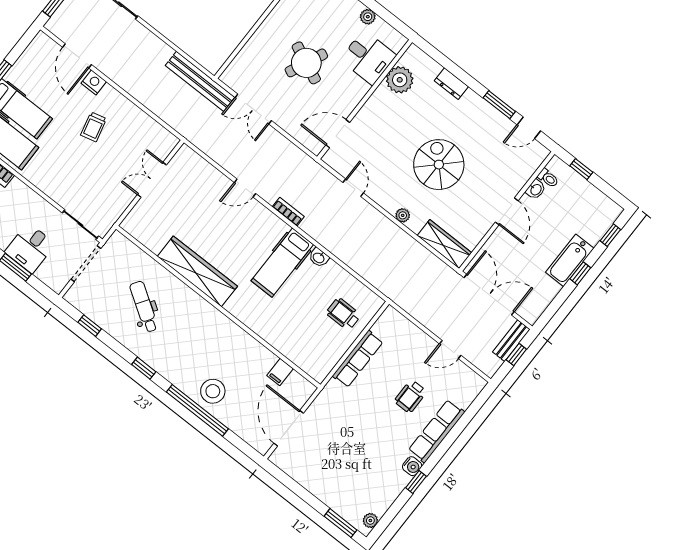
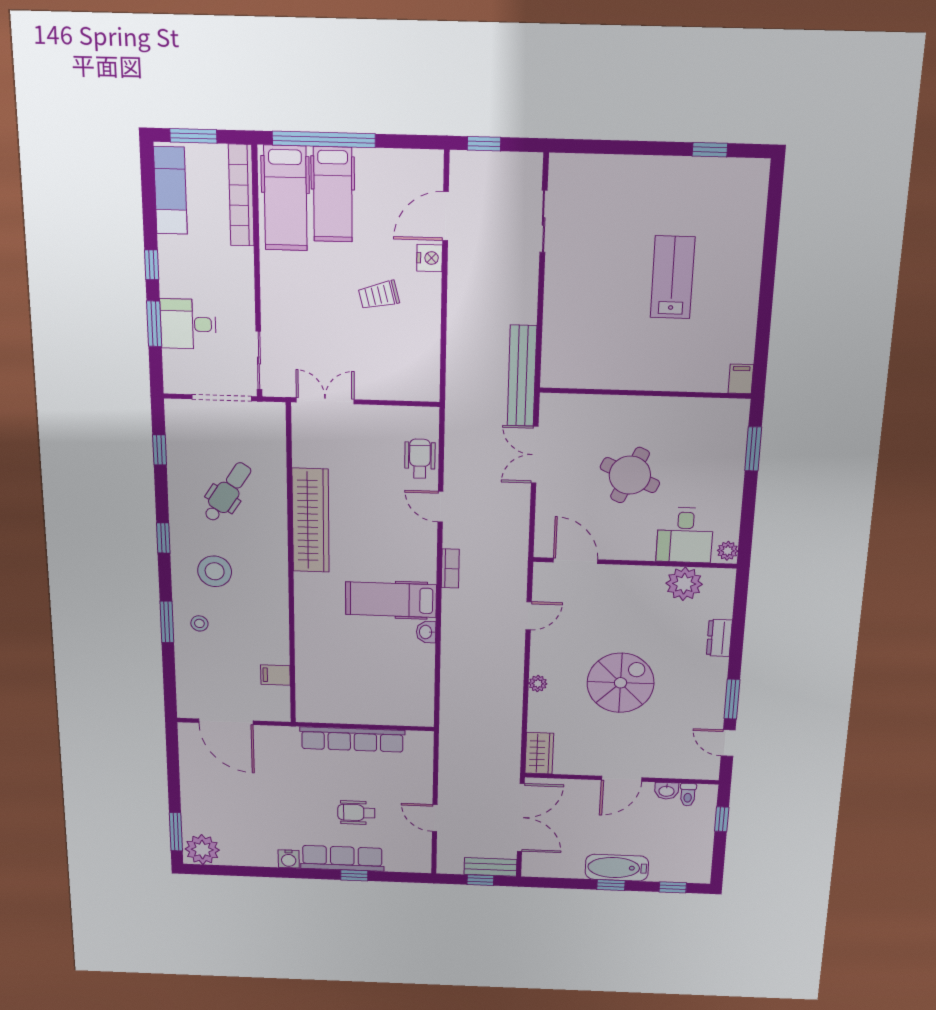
plant: (368, 17) -> (728, 551), moved
double door: (152, 180) -> (325, 401), moved
wardrobe: (445, 244) -> (539, 753), width x0.67
wheelchair: (343, 314) -> (420, 459), moved
stool: (187, 355) -> (215, 571), added
row of seats: (358, 359) -> (352, 739), width x1.36
stool: (213, 391) -> (199, 623), width x0.53, depth x0.53
window: (197, 410) -> (167, 622), width x0.47
door: (289, 428) -> (226, 722), swing flipped
window: (416, 482) -> (354, 875), moved
plant: (370, 520) -> (202, 850), width x1.87, depth x1.87

